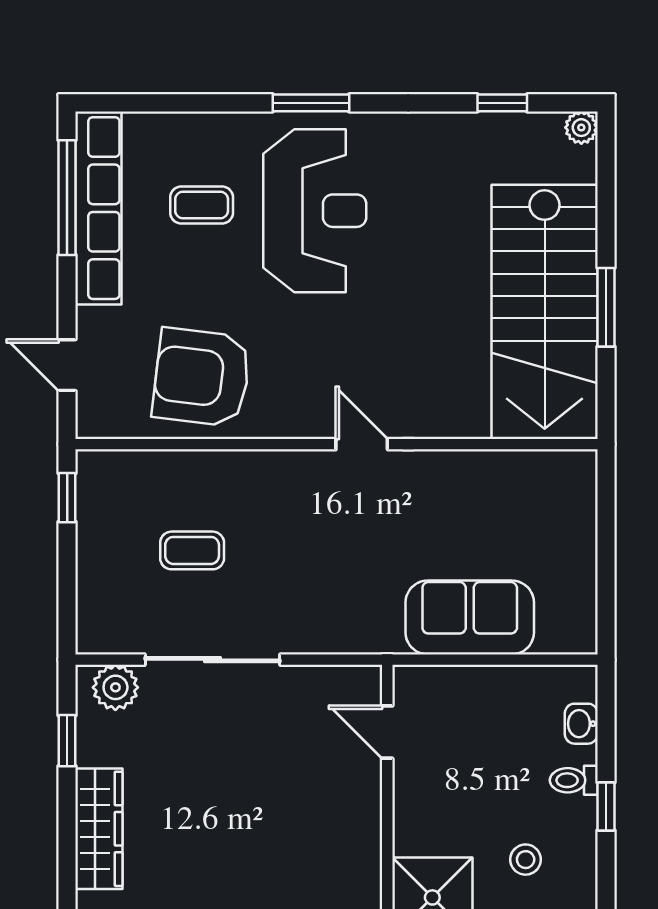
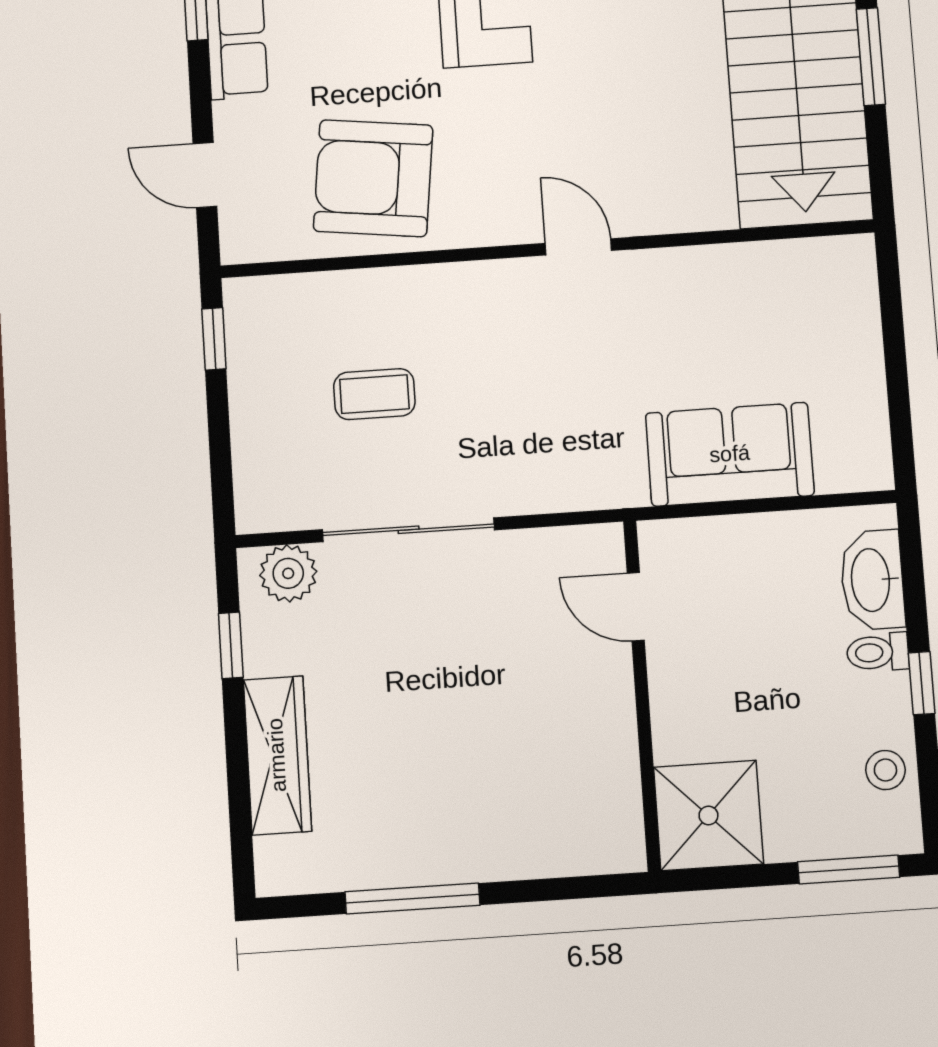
washbasin: (581, 724) -> (872, 580), width x1.91, depth x1.45
stool: (526, 860) -> (885, 770), moved

